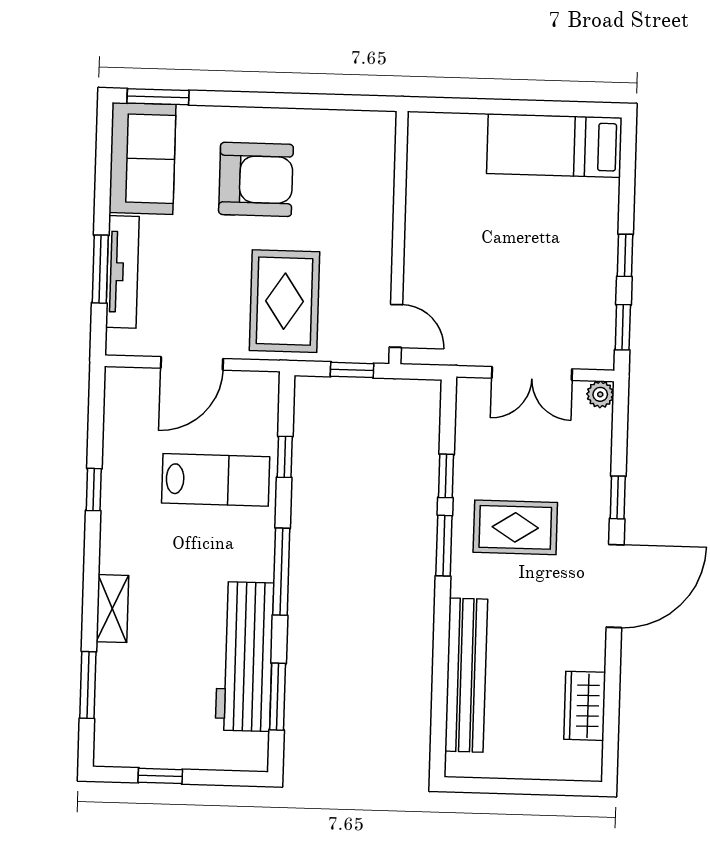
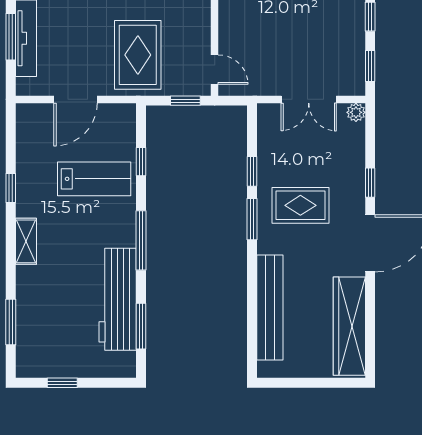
shelving: (112, 609) -> (26, 241), moved
wardrobe: (585, 706) -> (349, 326), width x2.10, depth x1.17

